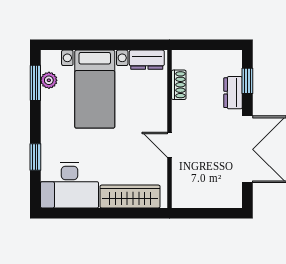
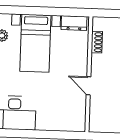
wardrobe: (130, 196) -> (58, 123), removed

